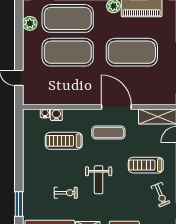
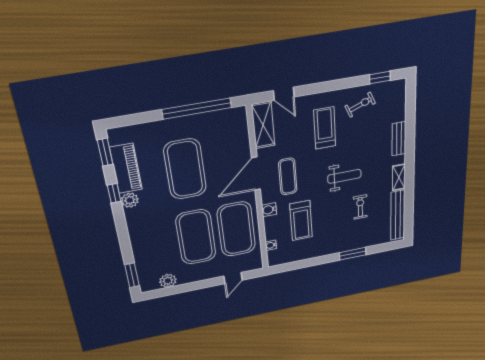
exercise mat: (68, 18) -> (236, 229), moved
water cooler: (56, 115) -> (269, 210), moved
treadmill: (146, 165) -> (325, 128), turned 180
window: (19, 204) -> (353, 254), moved

